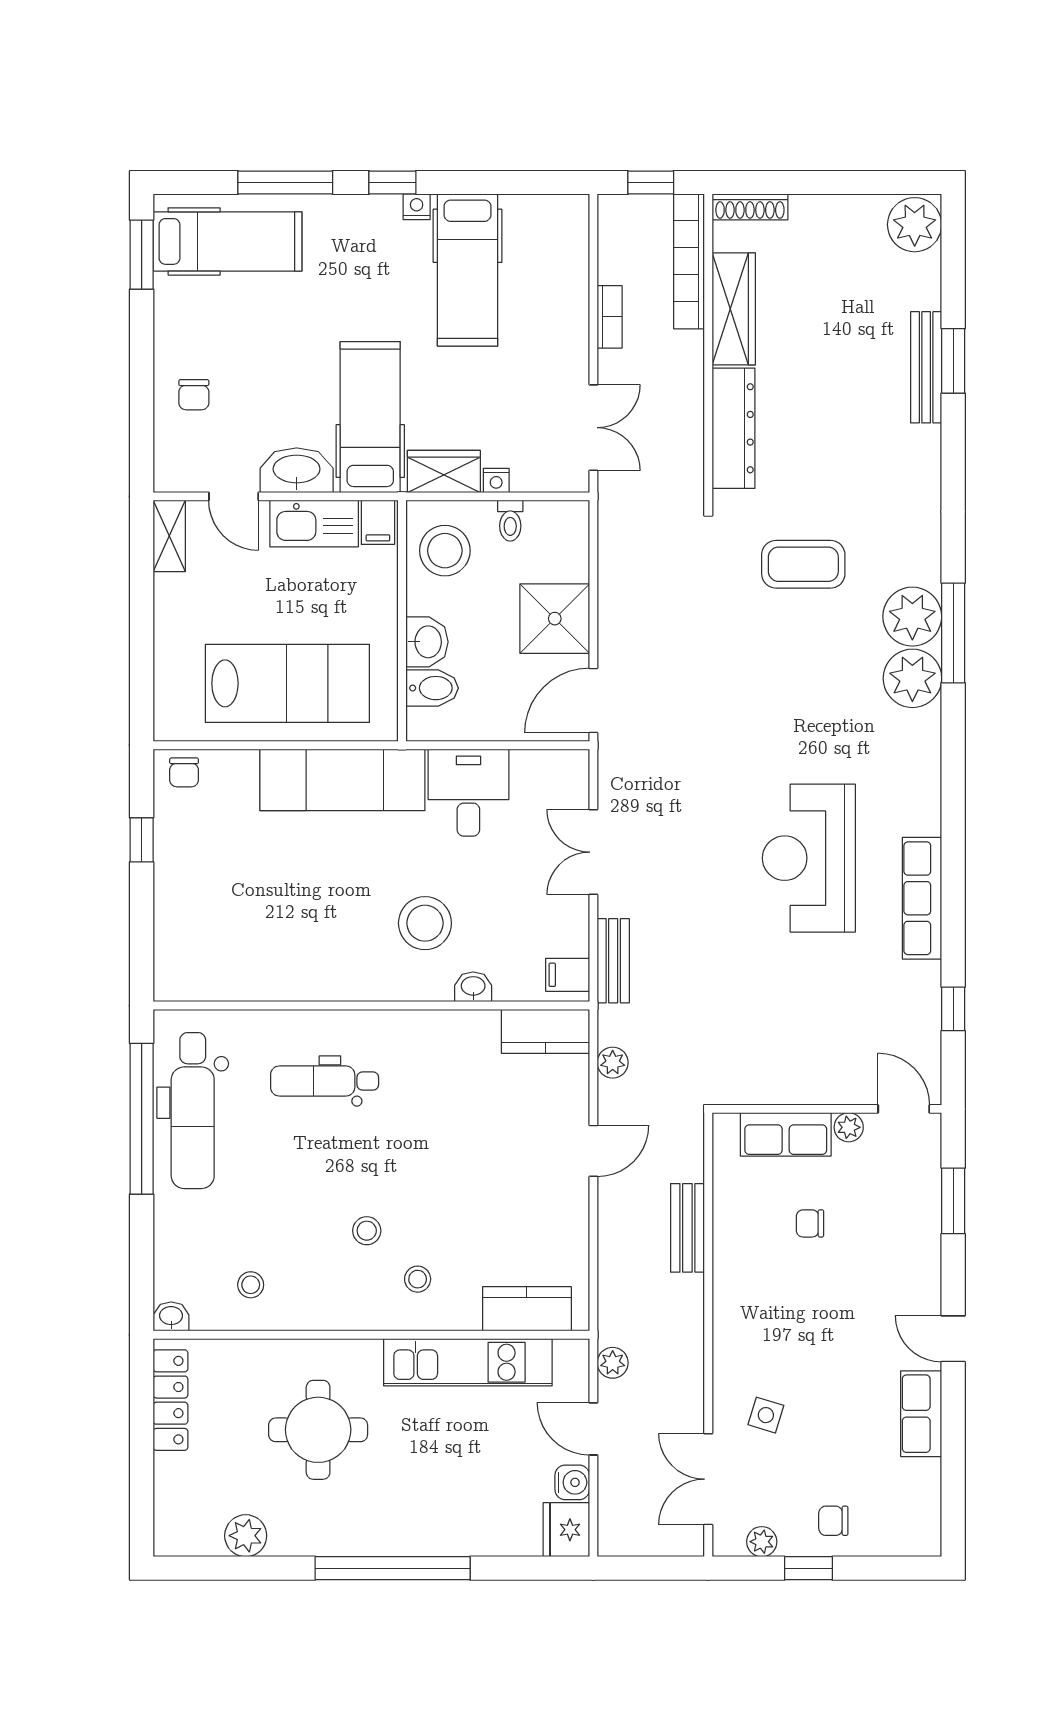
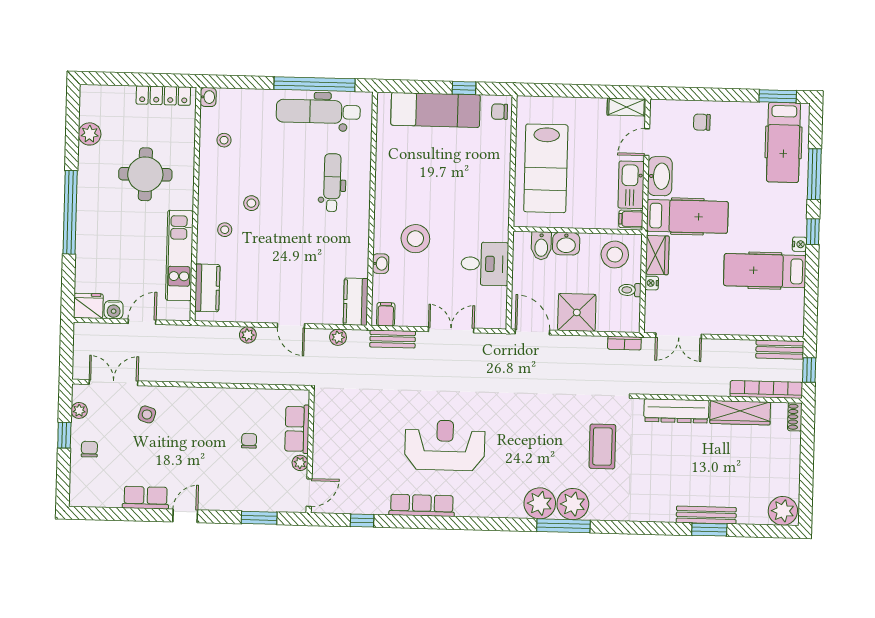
shoe rack: (750, 207) -> (795, 417), width x0.70
bookcase: (610, 317) -> (624, 343), moved
exam couch: (342, 780) -> (436, 110), moved, turned -90
bench: (687, 1228) -> (780, 350), moved
plant: (613, 1363) -> (248, 335), moved

